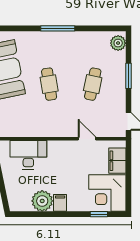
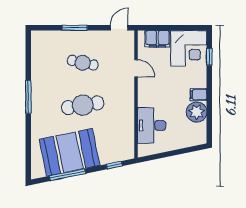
plant: (118, 43) -> (43, 38), removed
cafe table: (49, 84) -> (83, 105), width x1.37, depth x1.35
door: (87, 139) -> (136, 68), swing flipped

